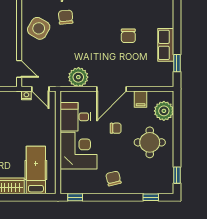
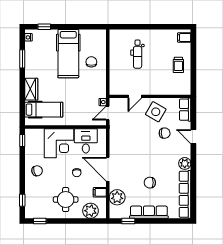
row of seats: (166, 45) -> (149, 212), width x1.48
door: (19, 69) -> (135, 96), moved
plant: (78, 77) -> (117, 197), moved

